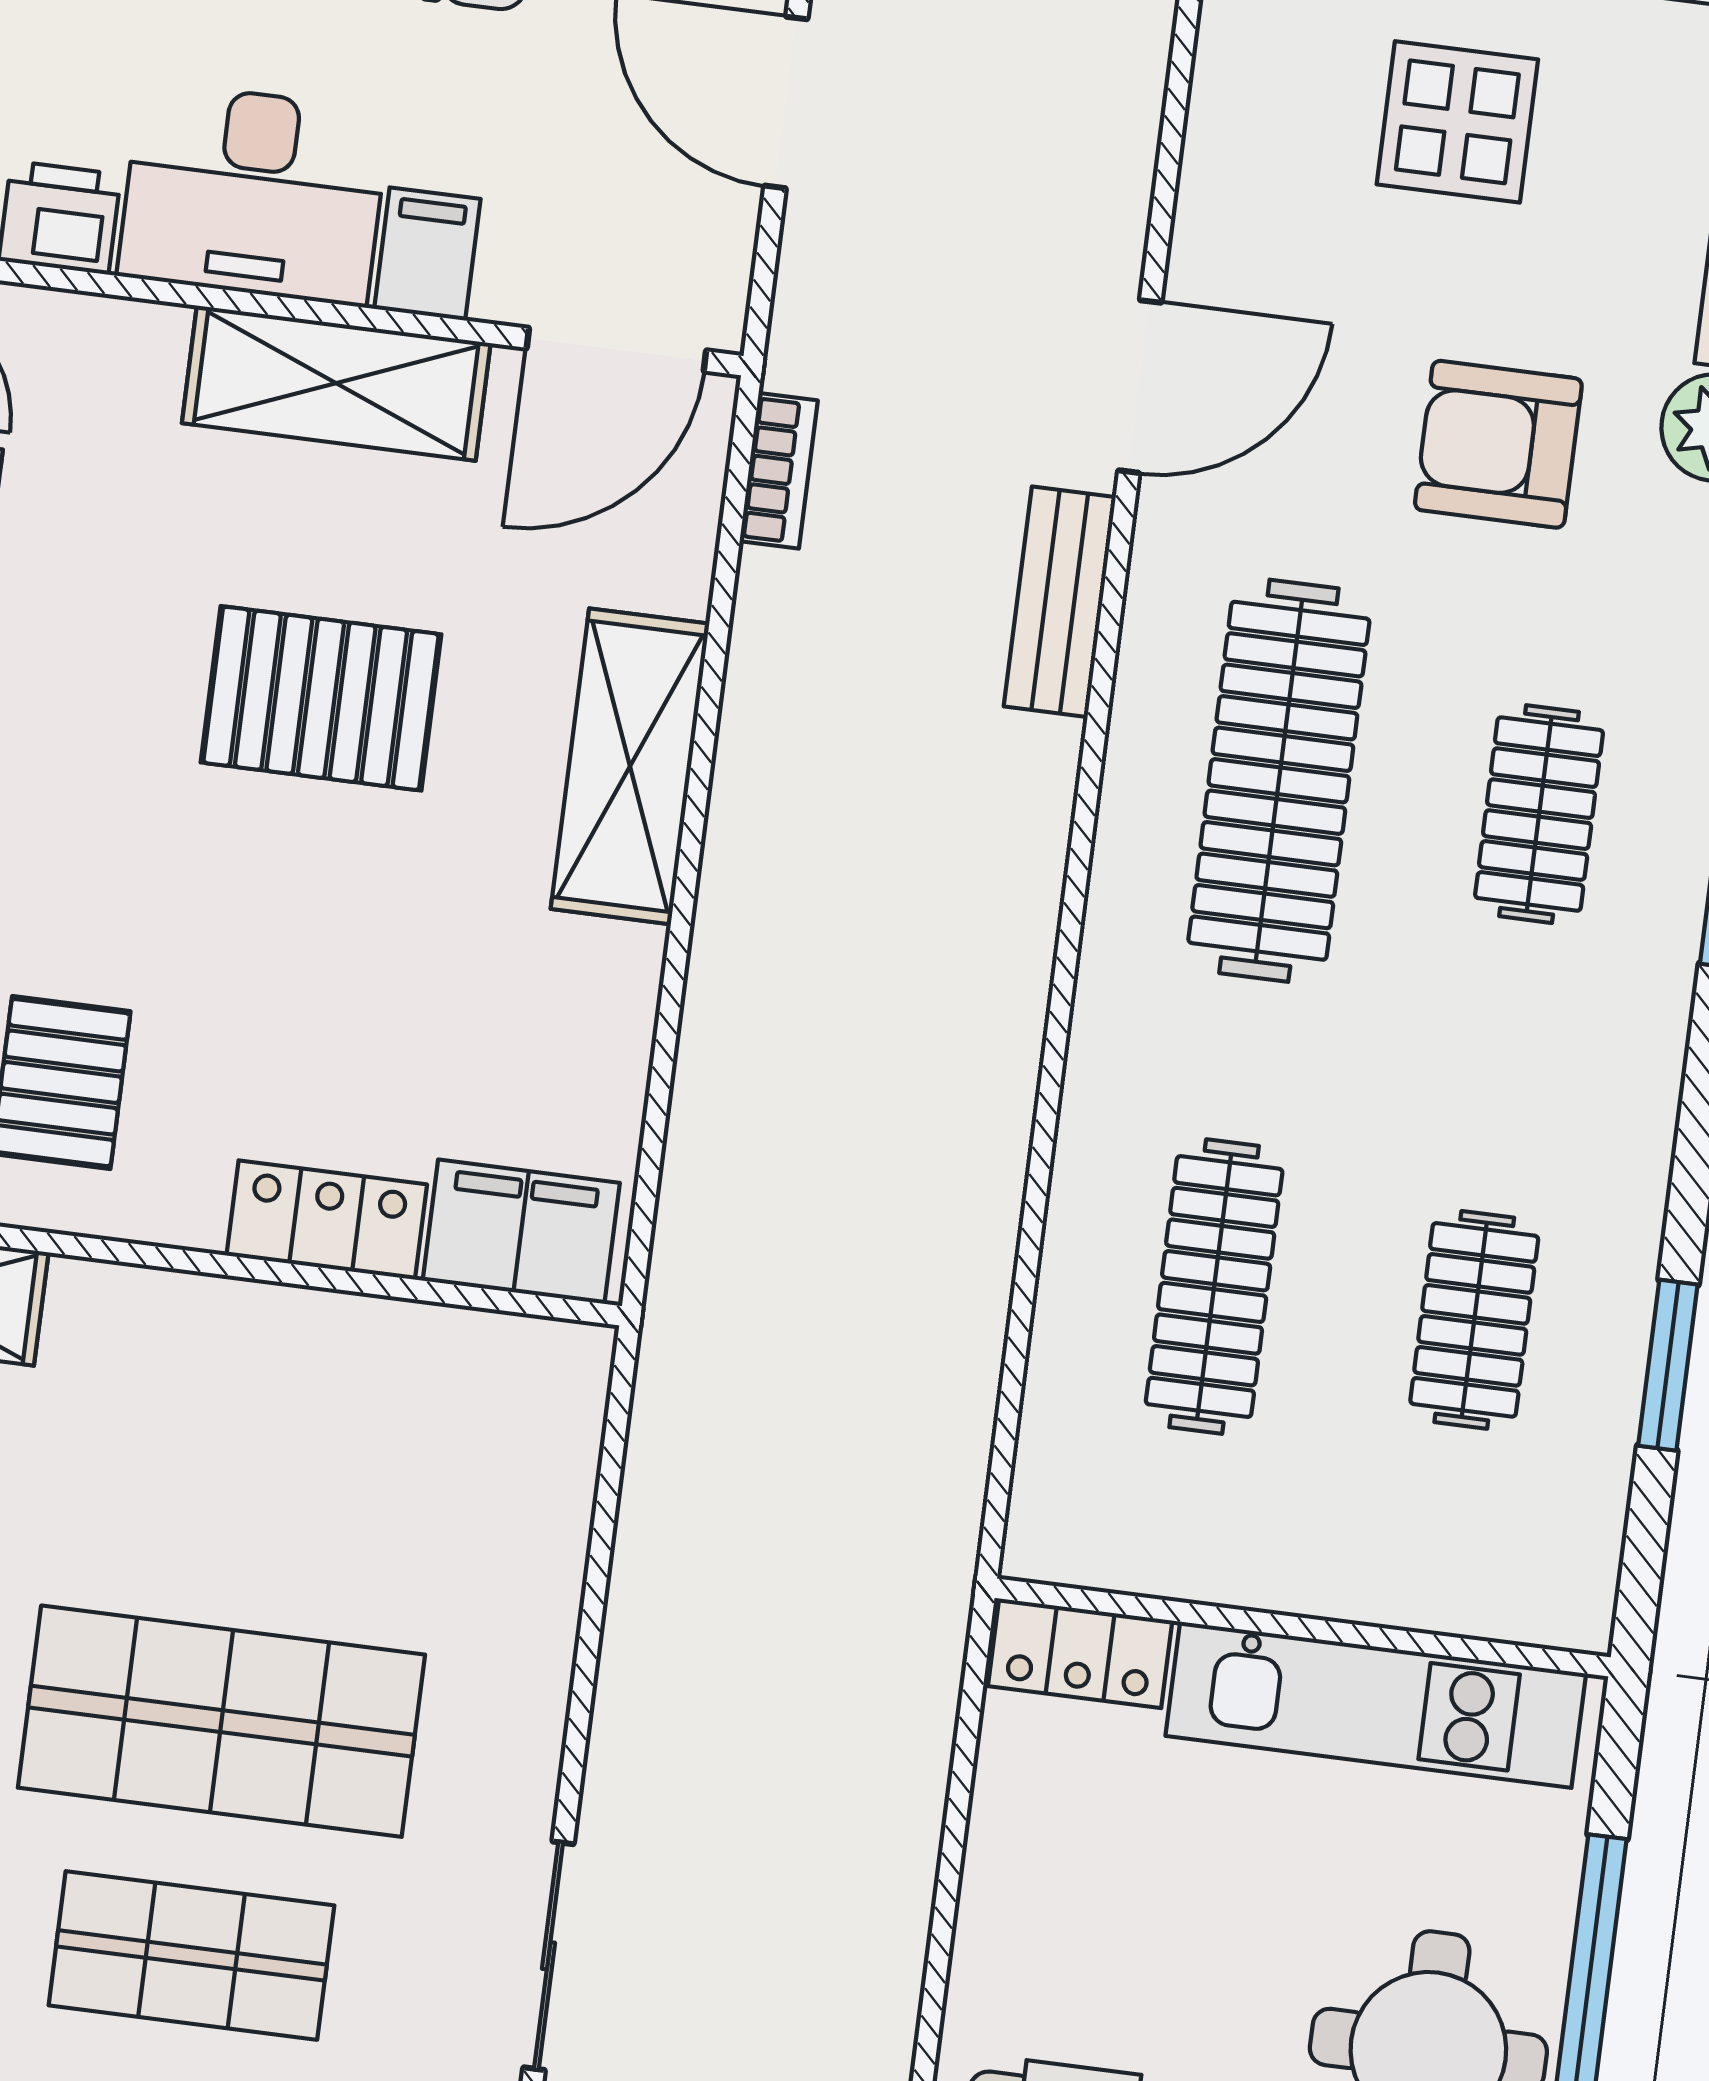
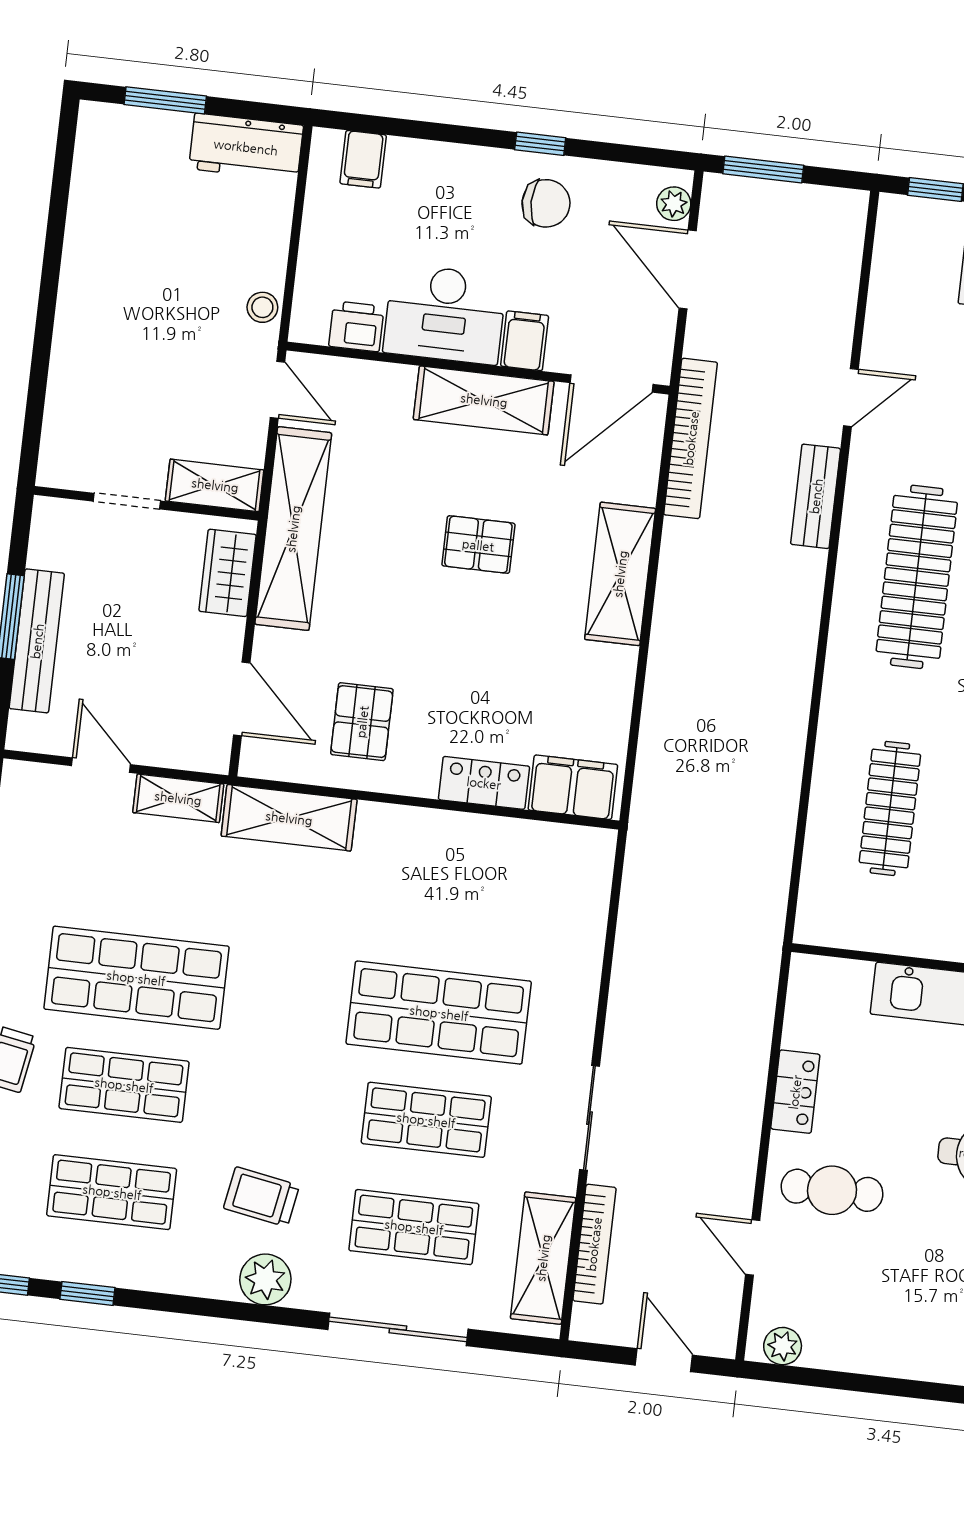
door: (1140, 387) -> (851, 397), width x0.73
bookcase: (779, 471) -> (691, 438), width x2.31, depth x1.31
pallet: (321, 698) -> (478, 545), width x0.67, depth x0.71
locker: (1080, 1653) -> (795, 1092), moved, turned -90

